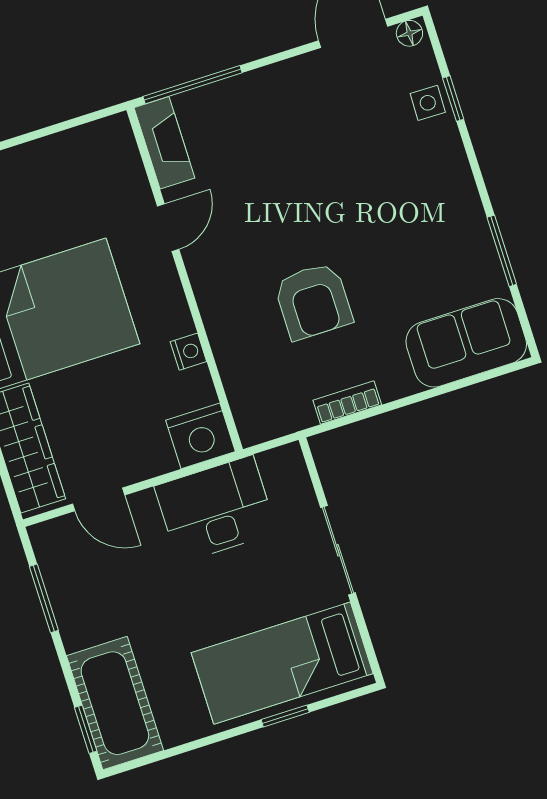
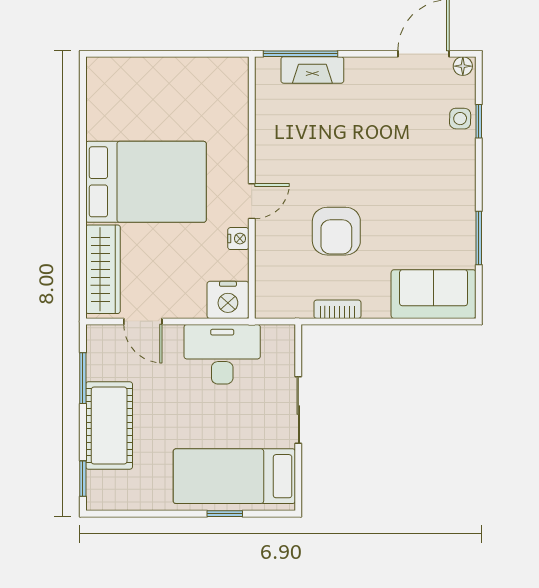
fireplace: (164, 143) -> (312, 70), moved, turned 90
door: (168, 228) -> (252, 201), moved
cot: (115, 703) -> (109, 426), moved

